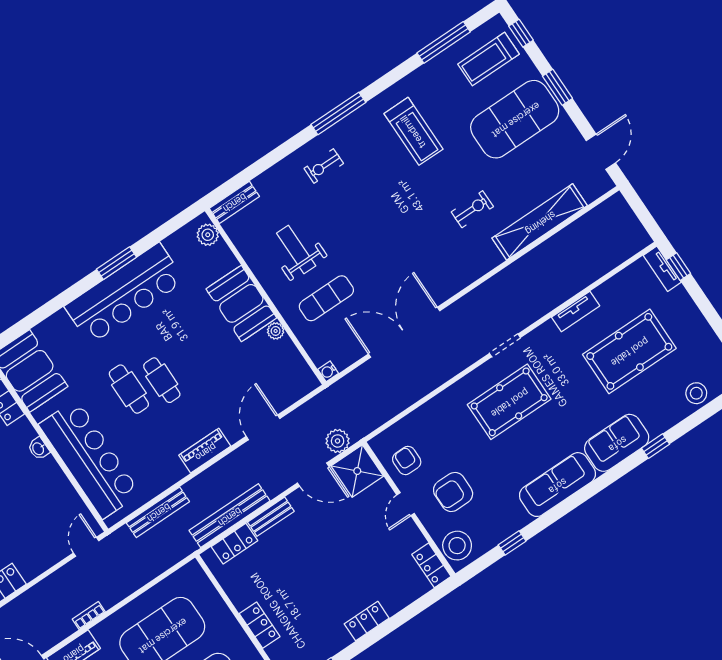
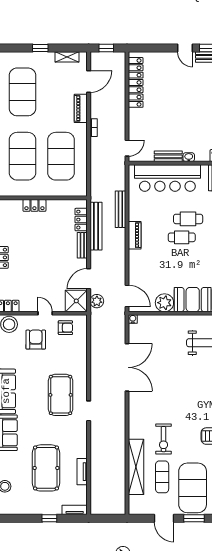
door: (601, 152) -> (164, 518), moved
exercise bike: (472, 209) -> (164, 439), width x1.38, depth x1.39
window: (678, 267) -> (49, 518), moved
exercise mat: (326, 298) -> (162, 477), moved
tv unit: (576, 311) -> (82, 472), moved
plant: (276, 331) -> (164, 303), width x1.88, depth x1.88
door: (263, 427) -> (127, 296), moved
bench: (57, 479) -> (168, 156), added
bench: (158, 512) -> (120, 209), moved
door: (86, 547) -> (127, 148), hinge flipped

